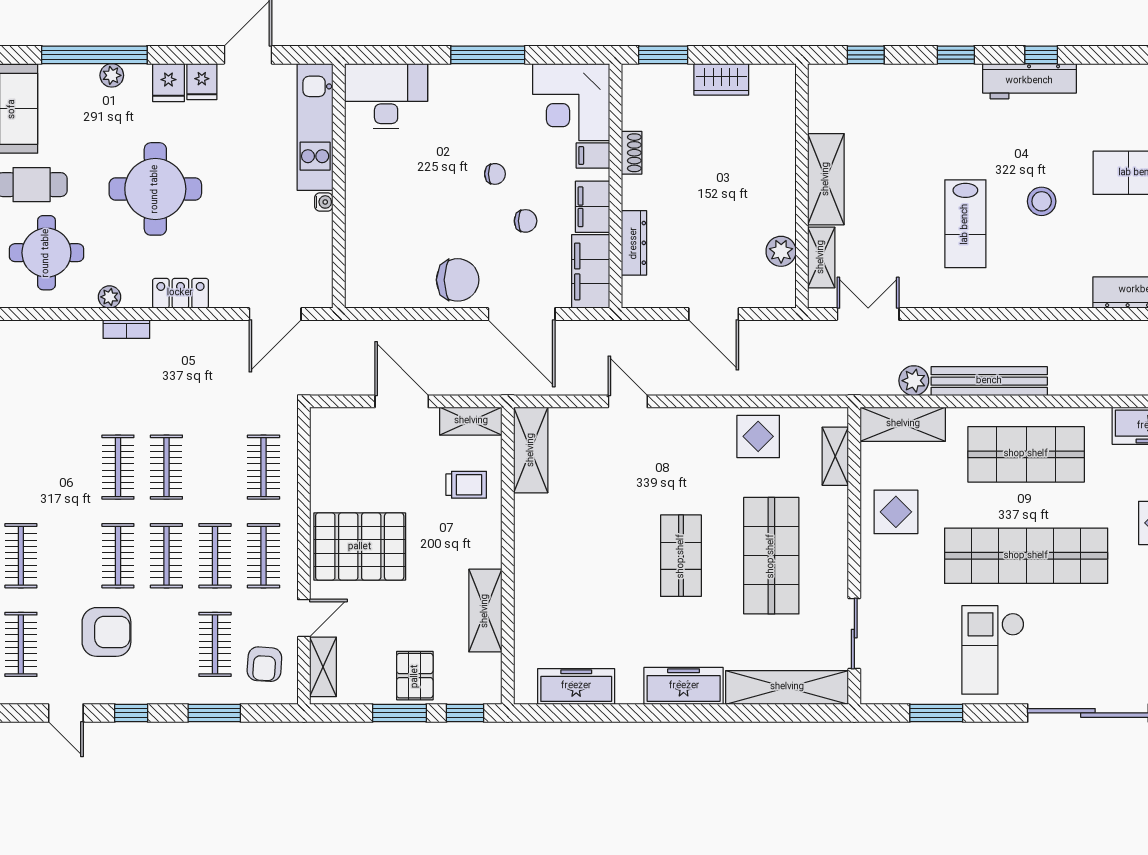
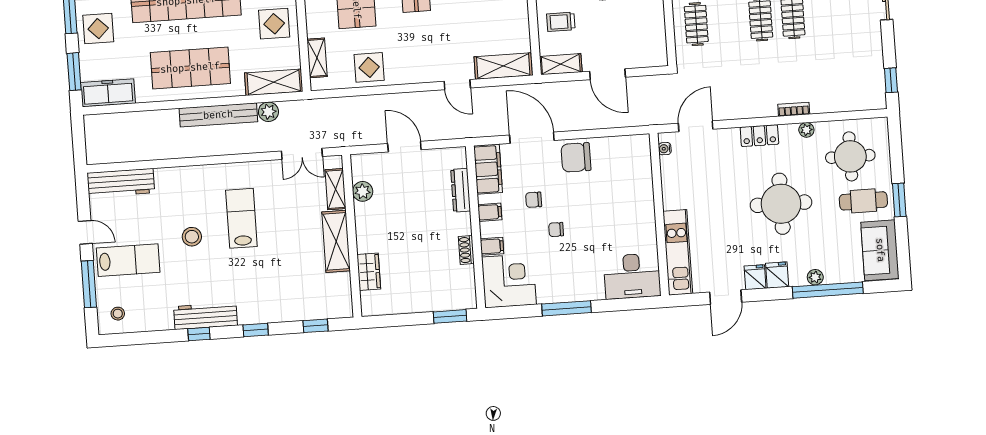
wardrobe: (721, 79) -> (369, 272), moved, turned 90
water cooler: (324, 202) -> (665, 149), moved
filing cabinet: (593, 207) -> (490, 212), width x0.50
shelving: (531, 450) -> (503, 66), moved, turned 90

